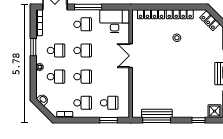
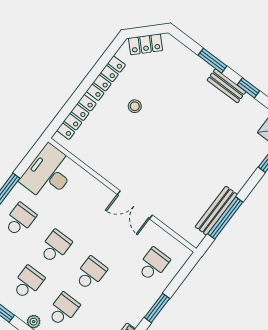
double door: (131, 56) -> (135, 205), moved
school desk: (83, 103) -> (126, 300), removed
window: (108, 120) -> (157, 308), moved

